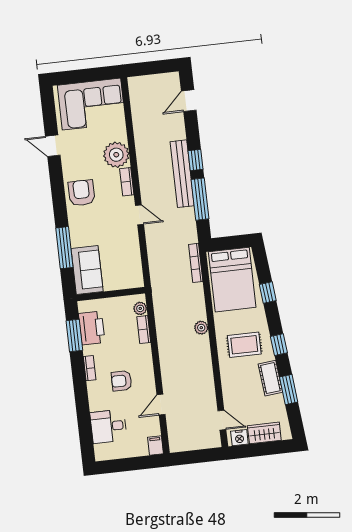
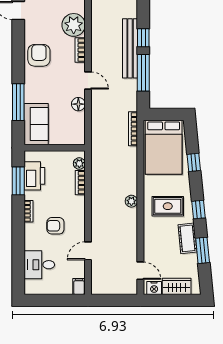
floor lamp: (132, 242) -> (78, 104), added
plant: (201, 328) -> (131, 201), moved

